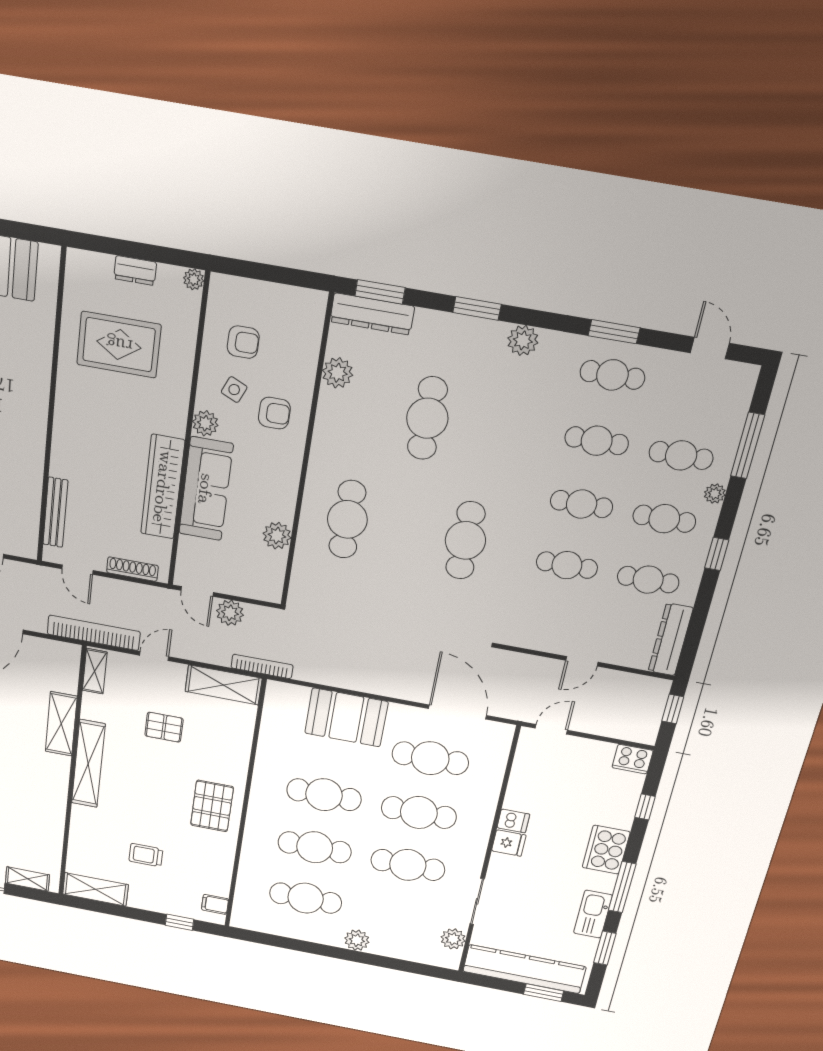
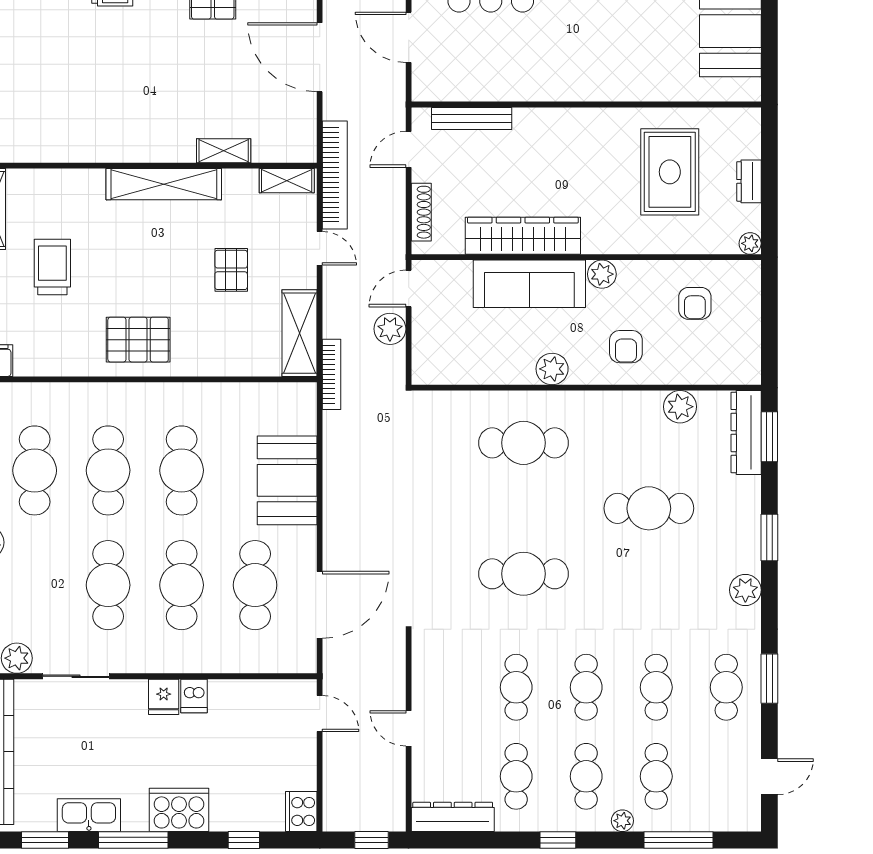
side table: (234, 390) -> (644, 300), removed
plant: (277, 536) -> (552, 369), moved
shelving: (61, 724) -> (224, 151), width x0.67, depth x0.75
trolley: (146, 855) -> (52, 267), width x1.36, depth x1.39

